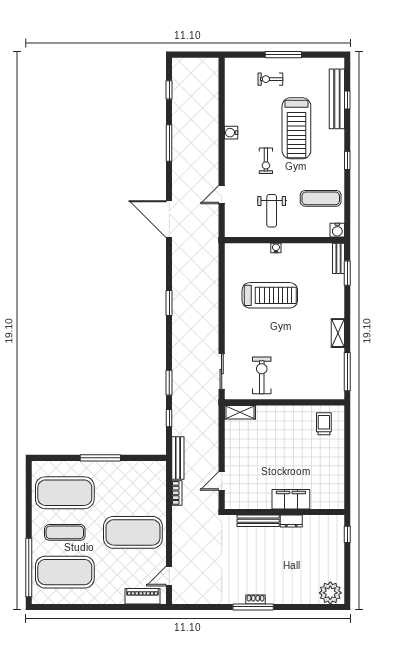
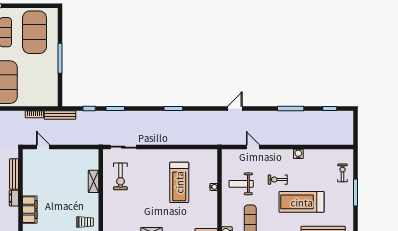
exercise bike: (270, 79) -> (342, 173), moved
door: (169, 219) -> (235, 109), width x0.53
exercise bike: (262, 375) -> (120, 176), turned 90
shelving: (240, 412) -> (94, 181), moved
filing cabinet: (291, 499) -> (30, 210), moved

